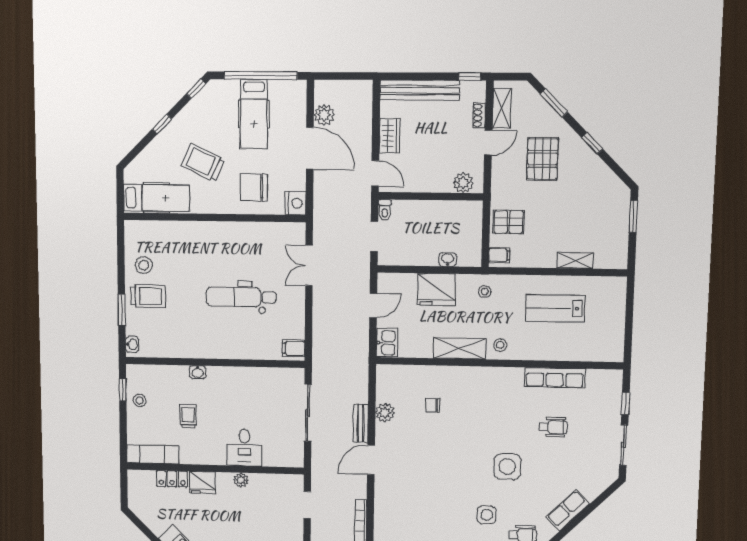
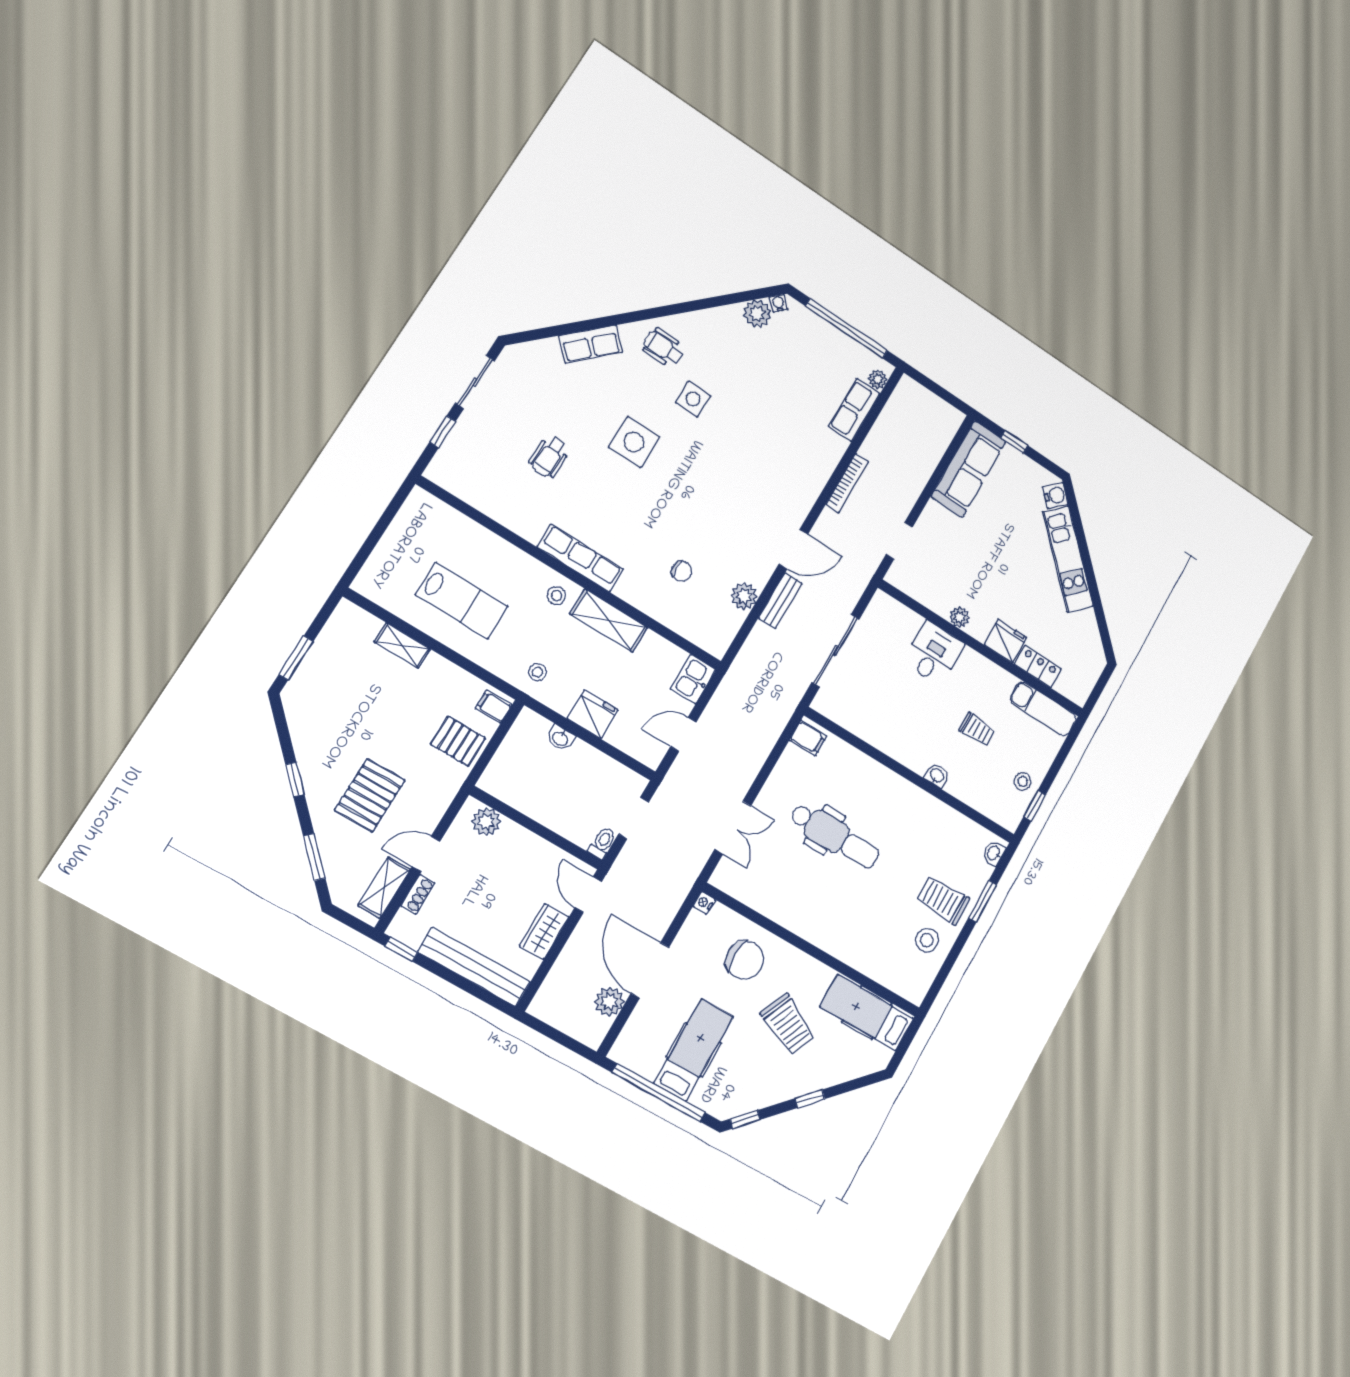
nightstand: (295, 203) -> (704, 903), width x0.53, depth x0.56
fridge: (436, 289) -> (593, 714), width x0.73, depth x0.75
row of seats: (555, 378) -> (580, 558), moved
trolley: (188, 416) -> (977, 730), turned -90
wheelchair: (553, 427) -> (549, 456), turned -90

